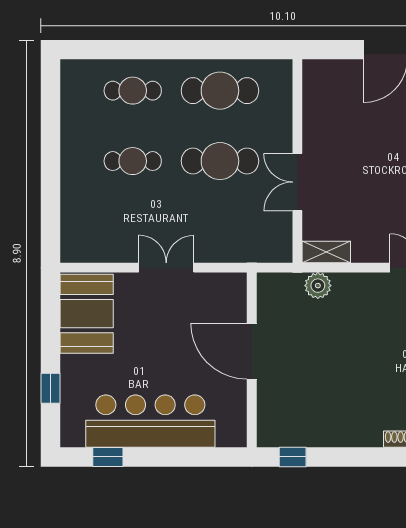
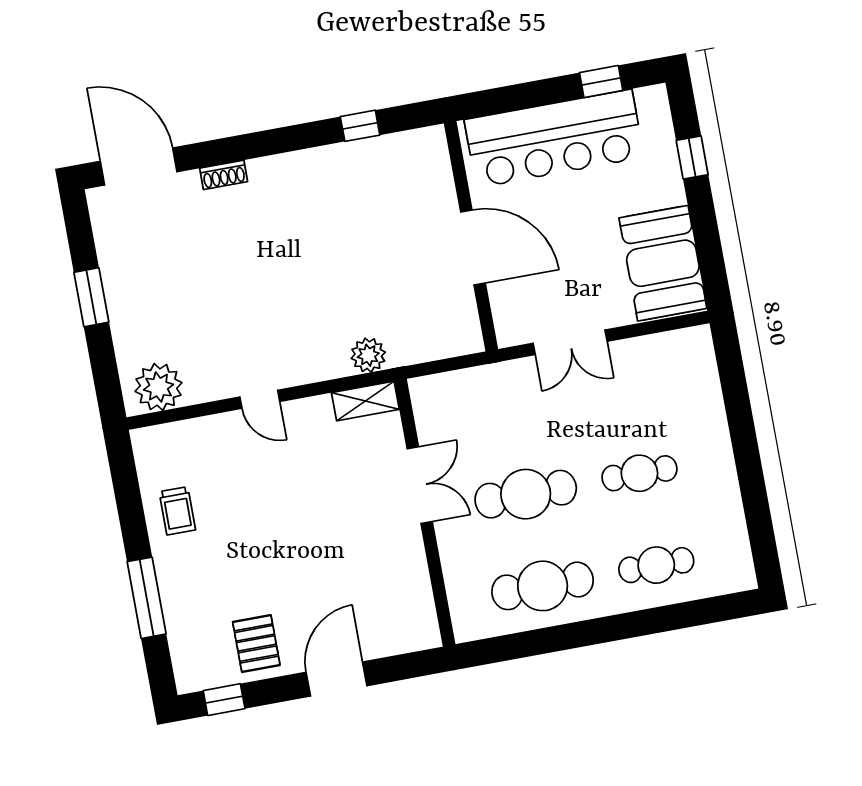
door: (252, 351) -> (473, 248), moved
wall: (252, 360) -> (471, 236), moved

